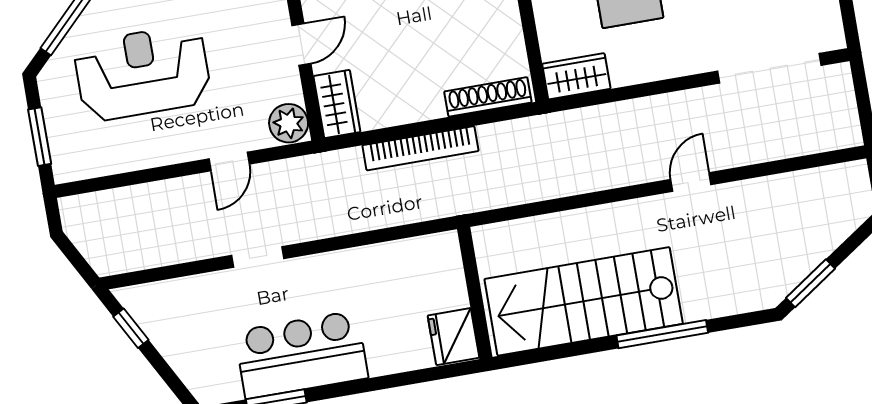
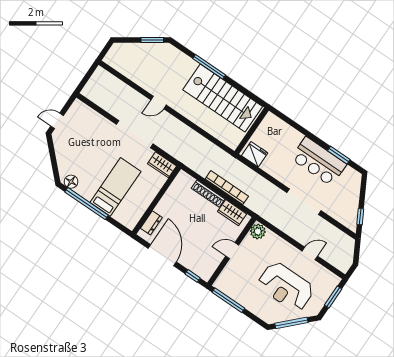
doorway: (769, 68) -> (135, 134), moved
shoe rack: (488, 97) -> (208, 194), moved
wardrobe: (337, 104) -> (232, 213), moved, turned -90
door: (229, 161) -> (310, 254), moved
doorway: (258, 257) -> (304, 202), width x1.87
fridge: (453, 337) -> (255, 154), moved, turned -90

